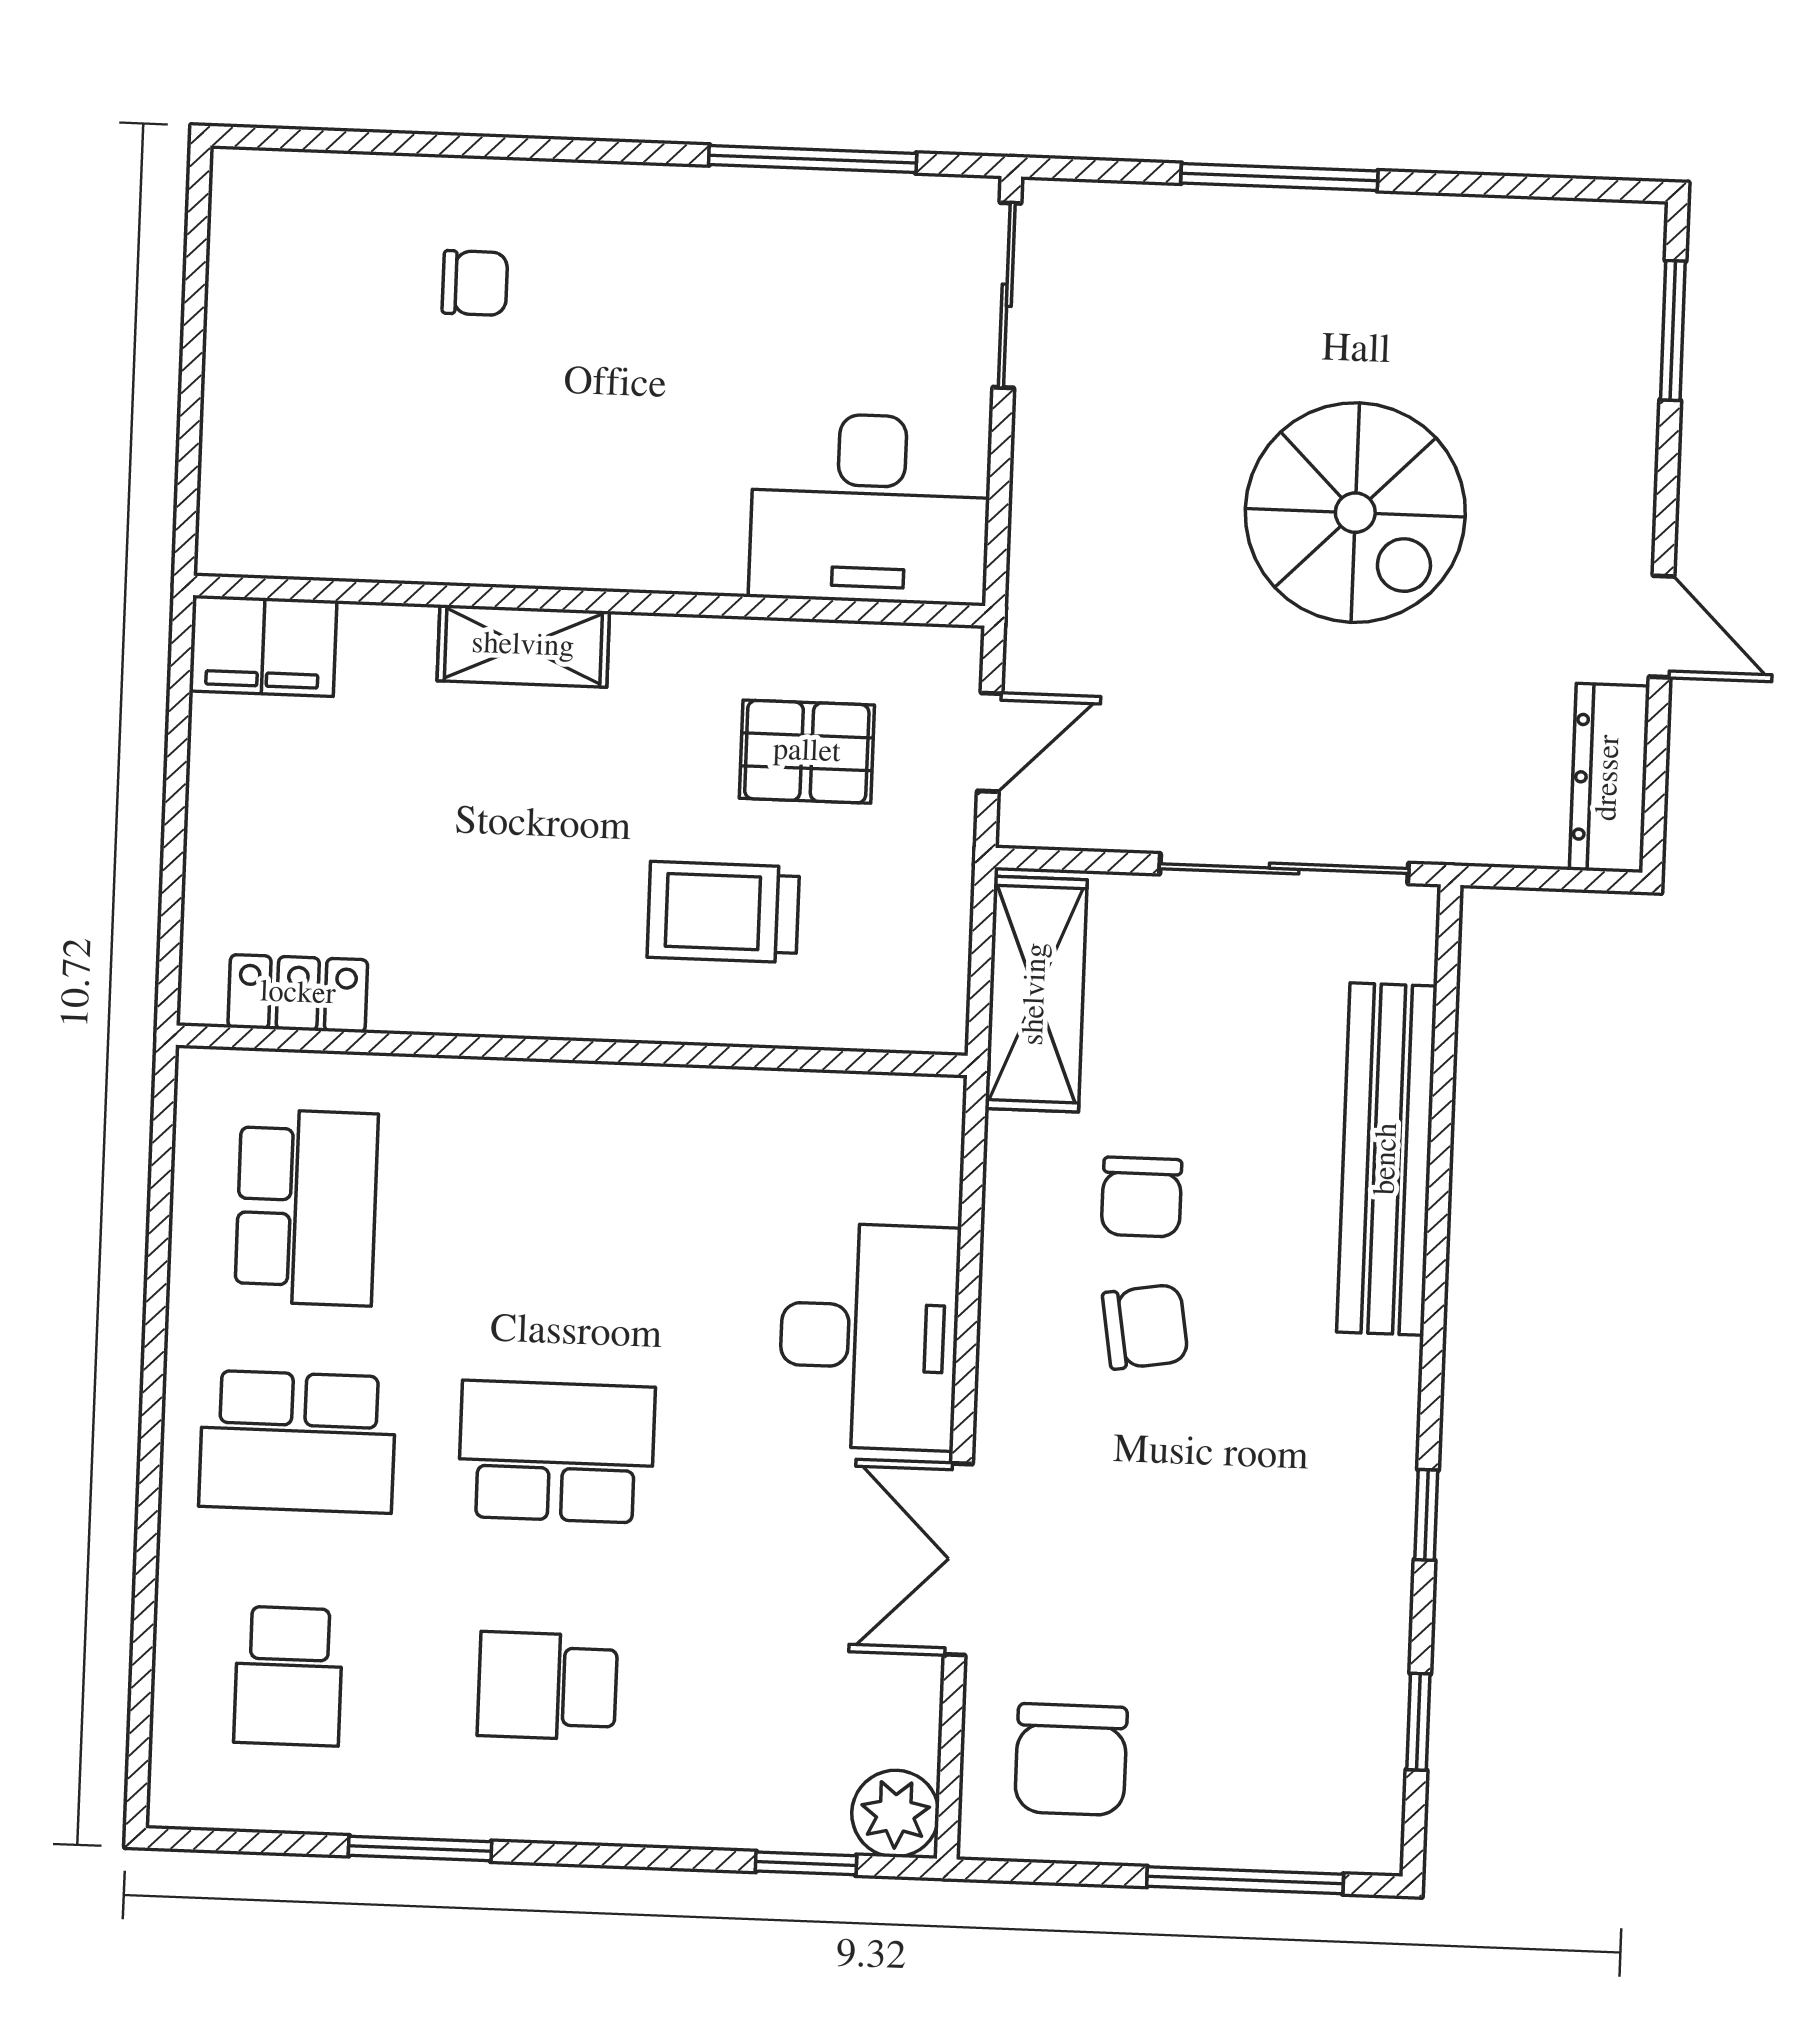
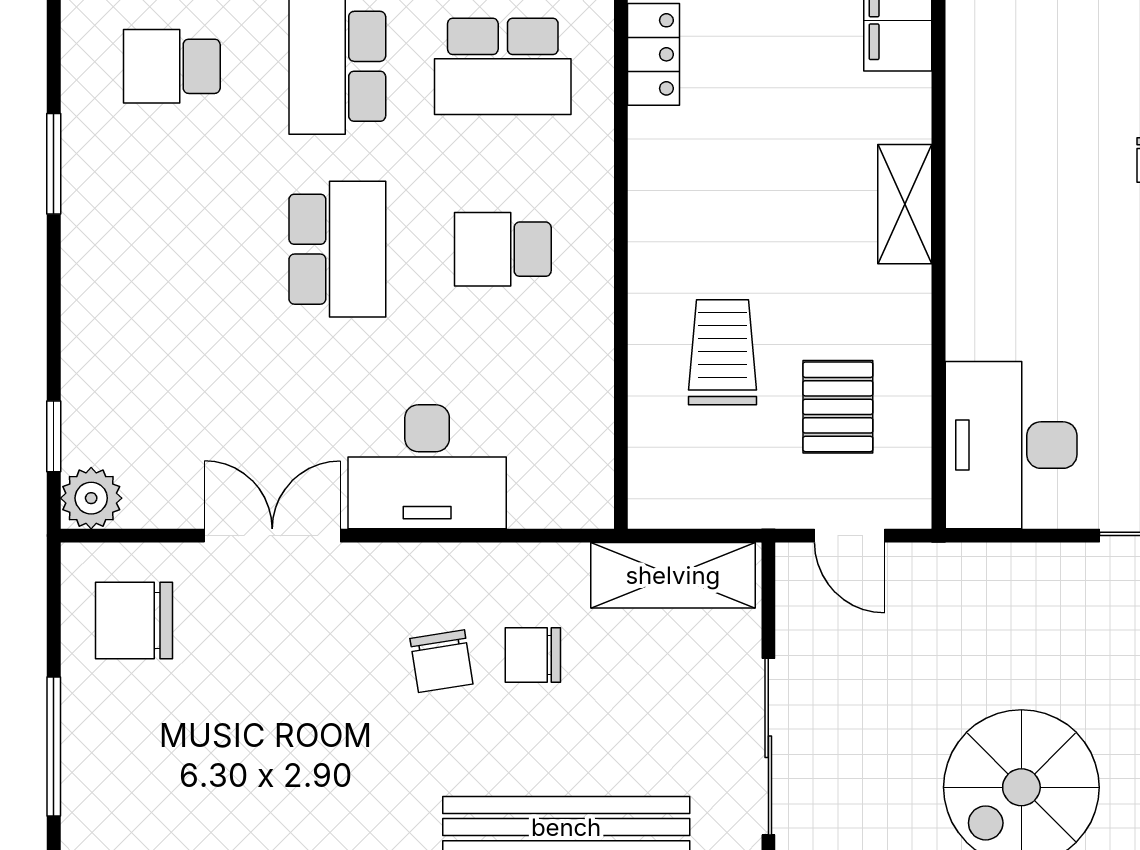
school desk: (547, 1686) -> (503, 249), moved, turned -90

